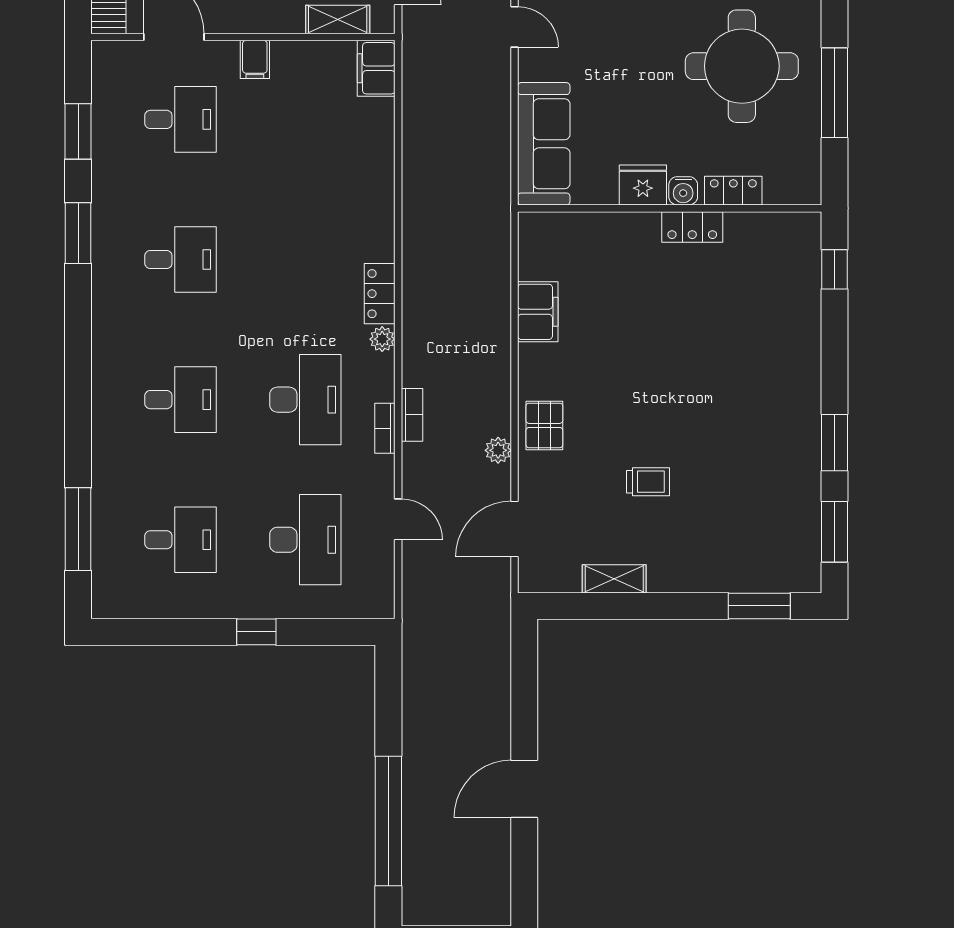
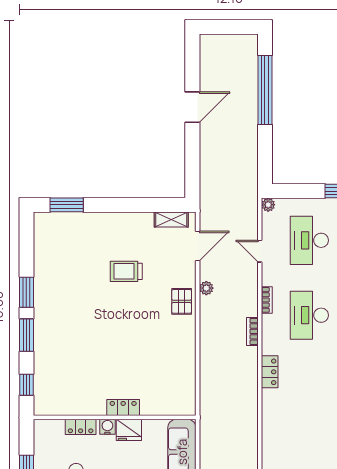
locker: (692, 227) -> (123, 408), moved
filing cabinet: (538, 312) -> (185, 362), removed
plant: (382, 339) -> (268, 205), moved
bookcase: (412, 415) -> (252, 331), moved
trolley: (648, 482) -> (126, 271), width x1.36, depth x1.39
window: (835, 532) -> (26, 335), moved
shelving: (614, 579) -> (171, 219), moved

